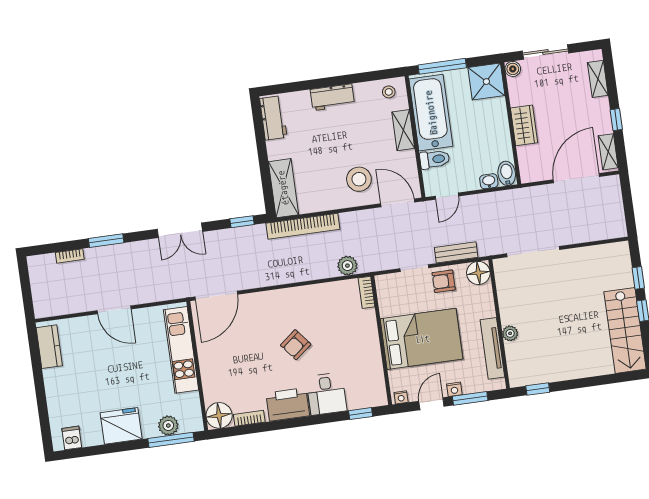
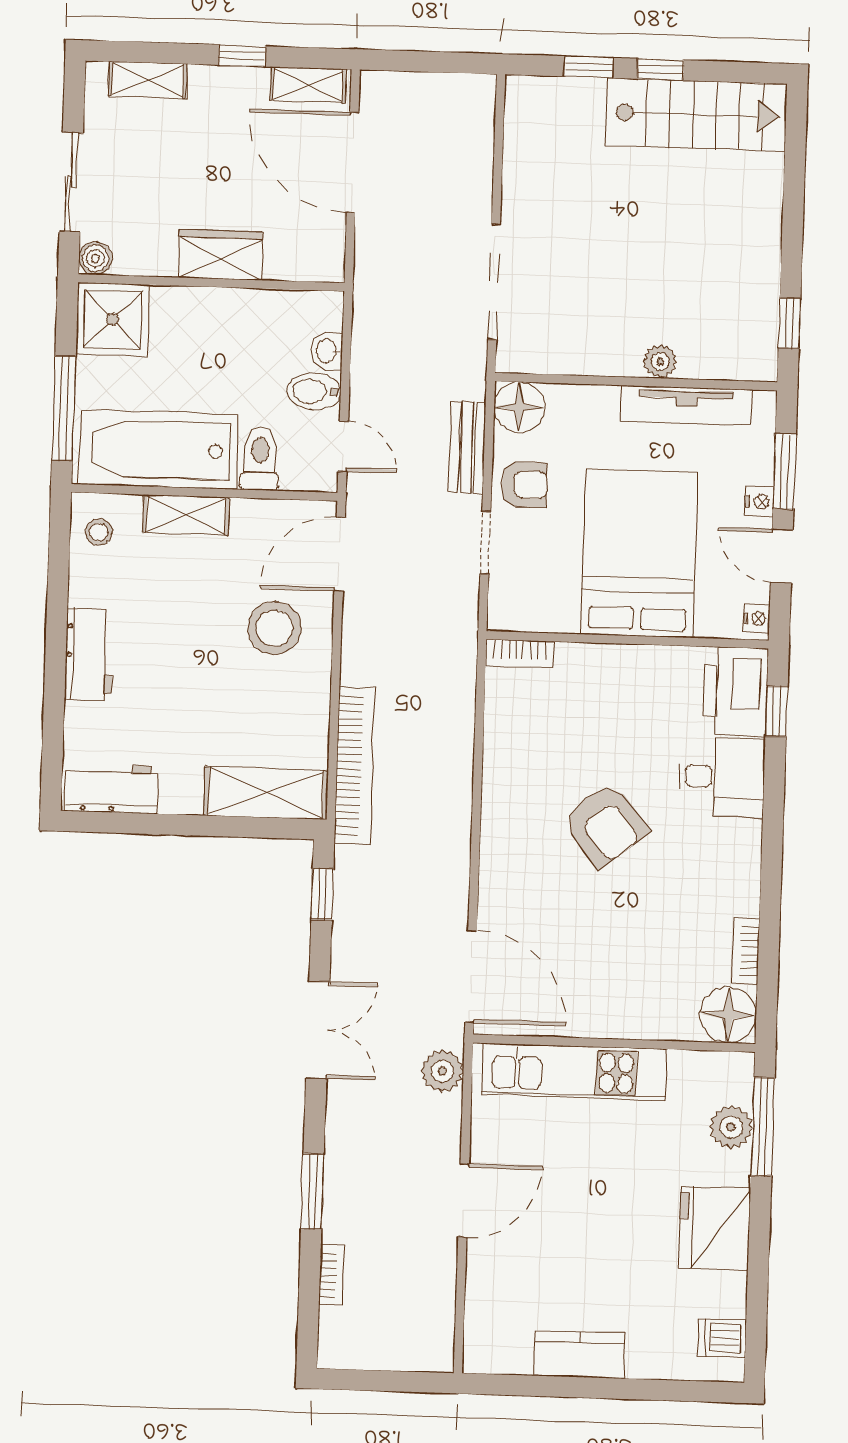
bidet: (507, 173) -> (314, 391), moved
plant: (347, 266) -> (442, 1071), moved
armchair: (444, 281) -> (524, 485), turned -90
armchair: (296, 345) -> (605, 825), width x1.38, depth x1.38
kitchen counter: (49, 347) -> (579, 1355), moved
printer: (288, 404) -> (736, 691), moved

